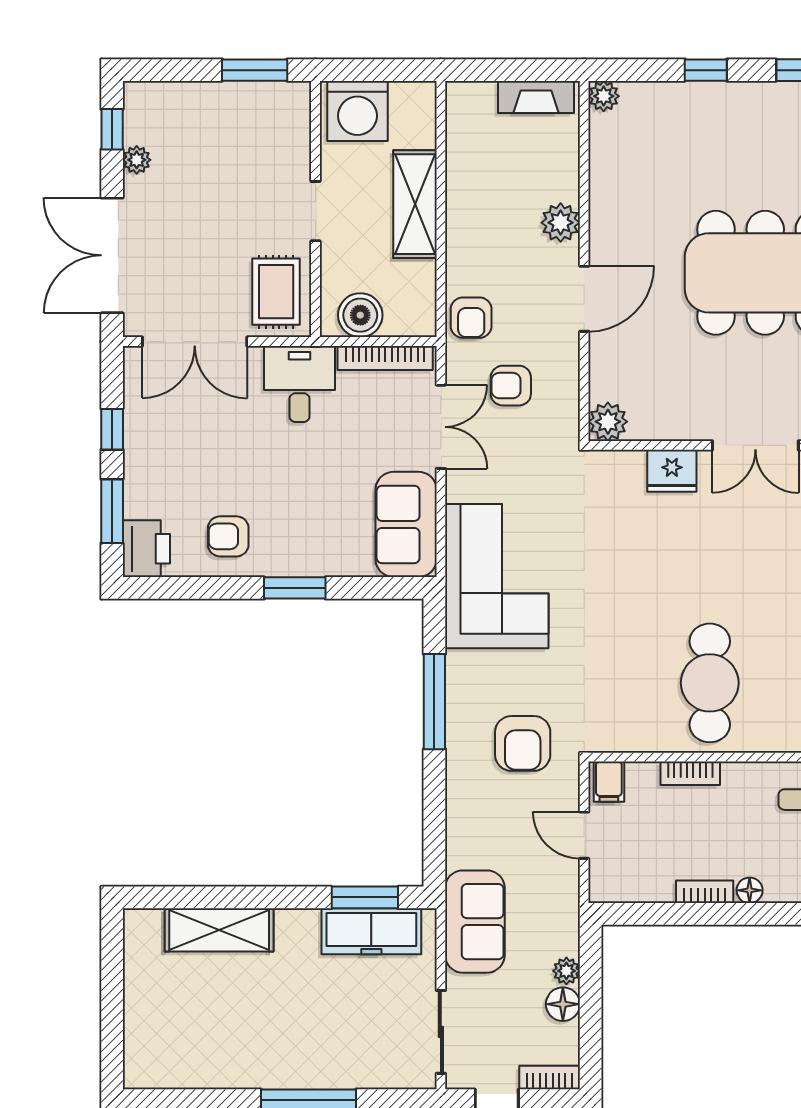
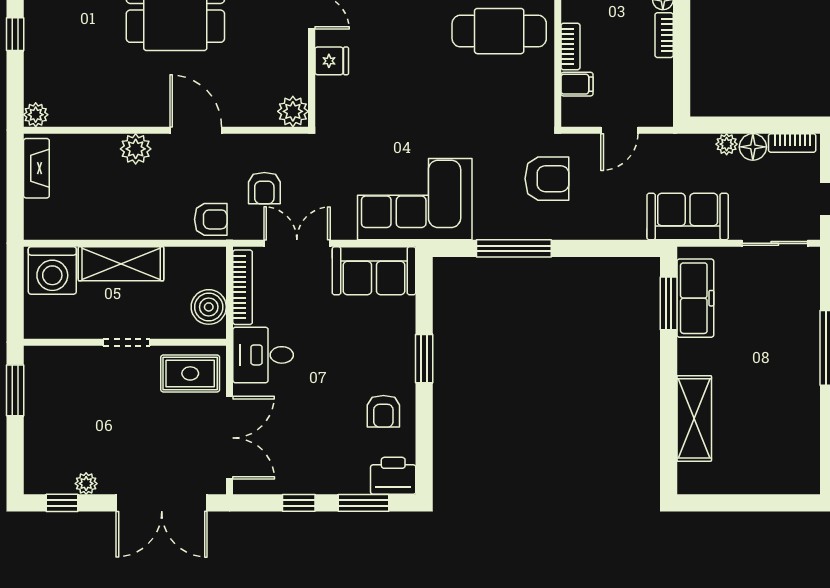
washing machine: (357, 111) -> (52, 271), moved, turned 90
fridge: (672, 471) -> (332, 61), width x0.72
filing cabinet: (609, 782) -> (577, 84), moved
bookcase: (549, 1078) -> (792, 143), moved, turned -90

